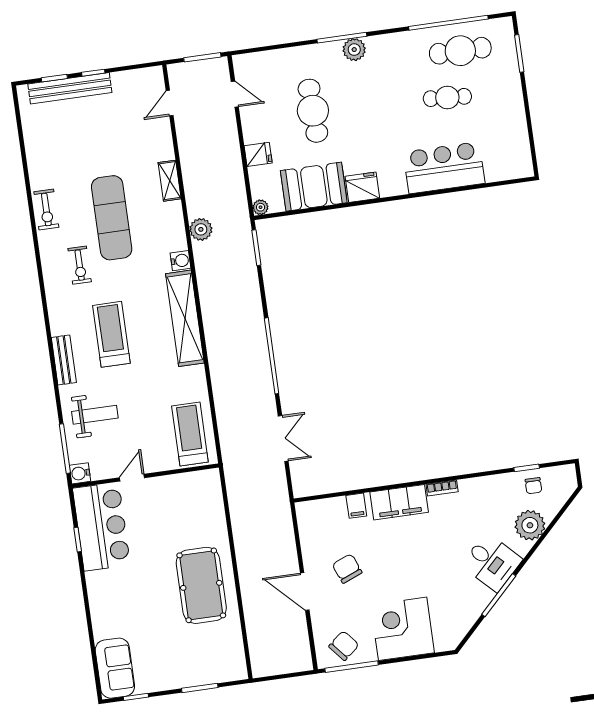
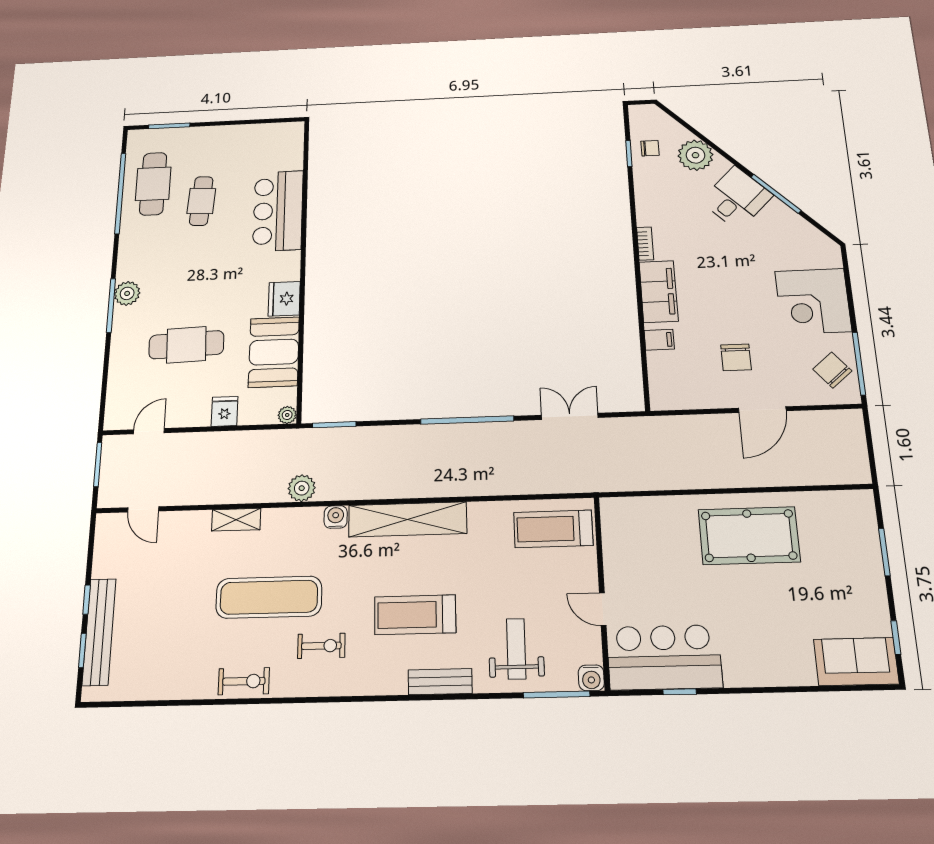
chair: (347, 569) -> (736, 357), turned -68

